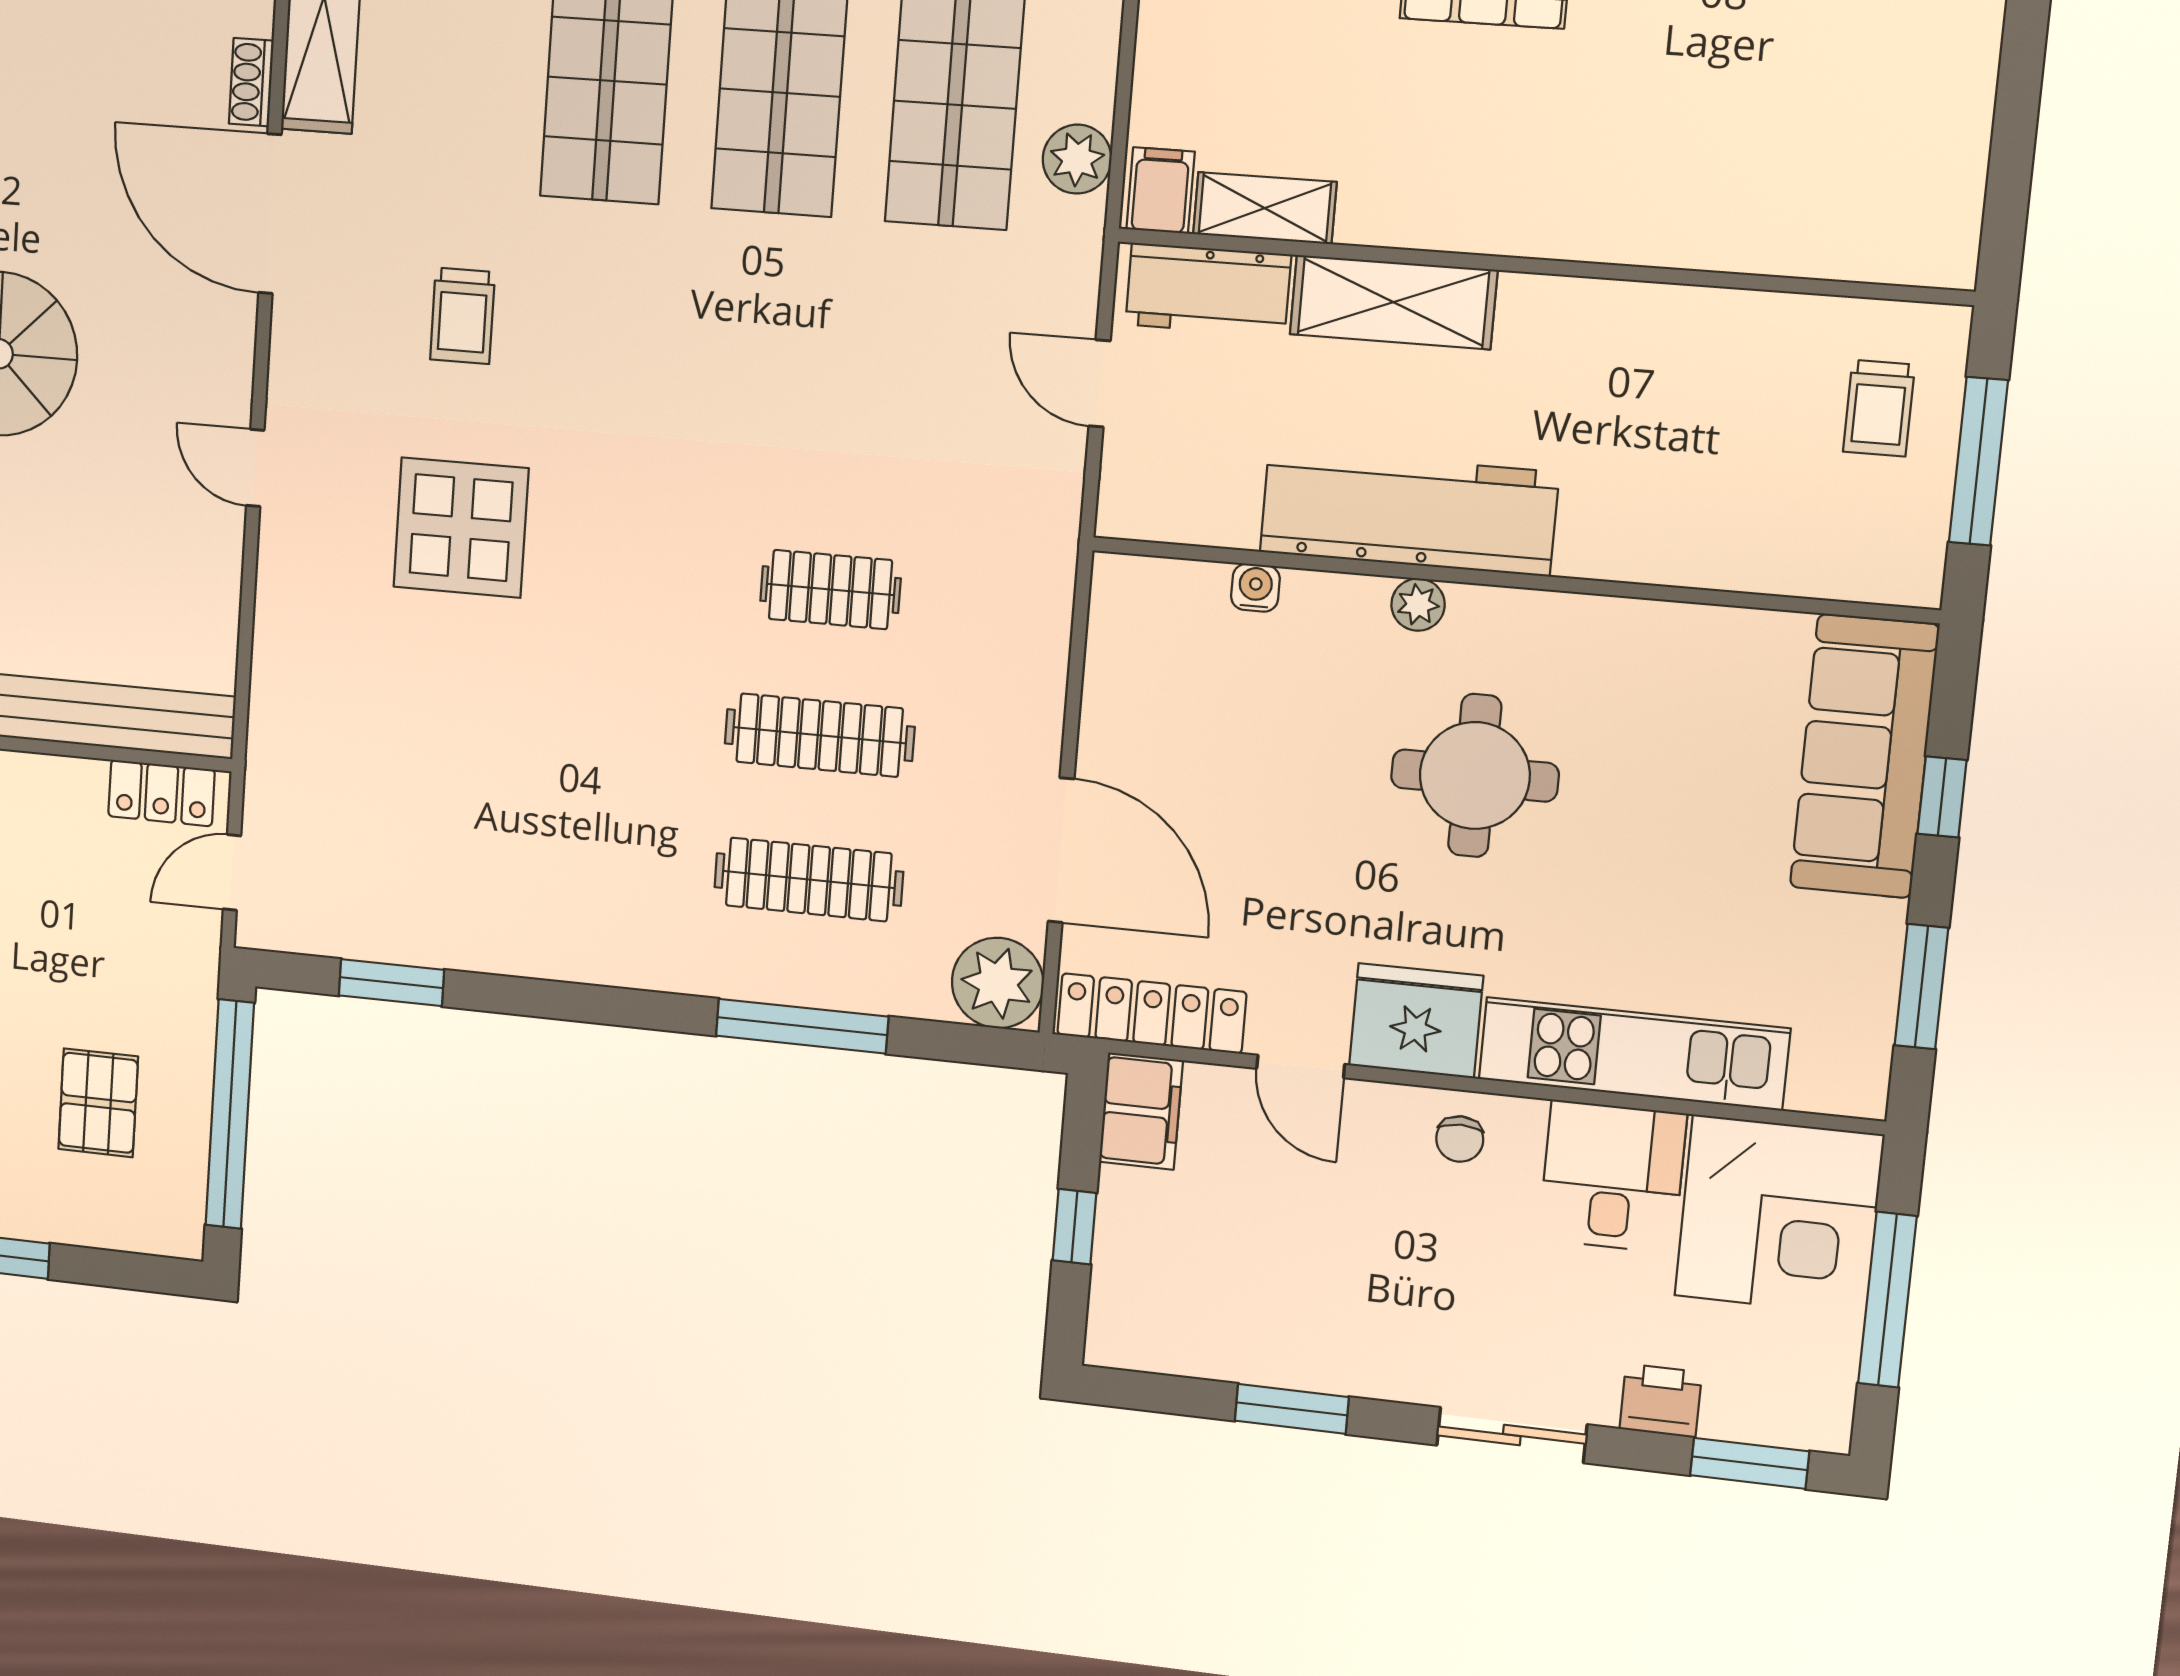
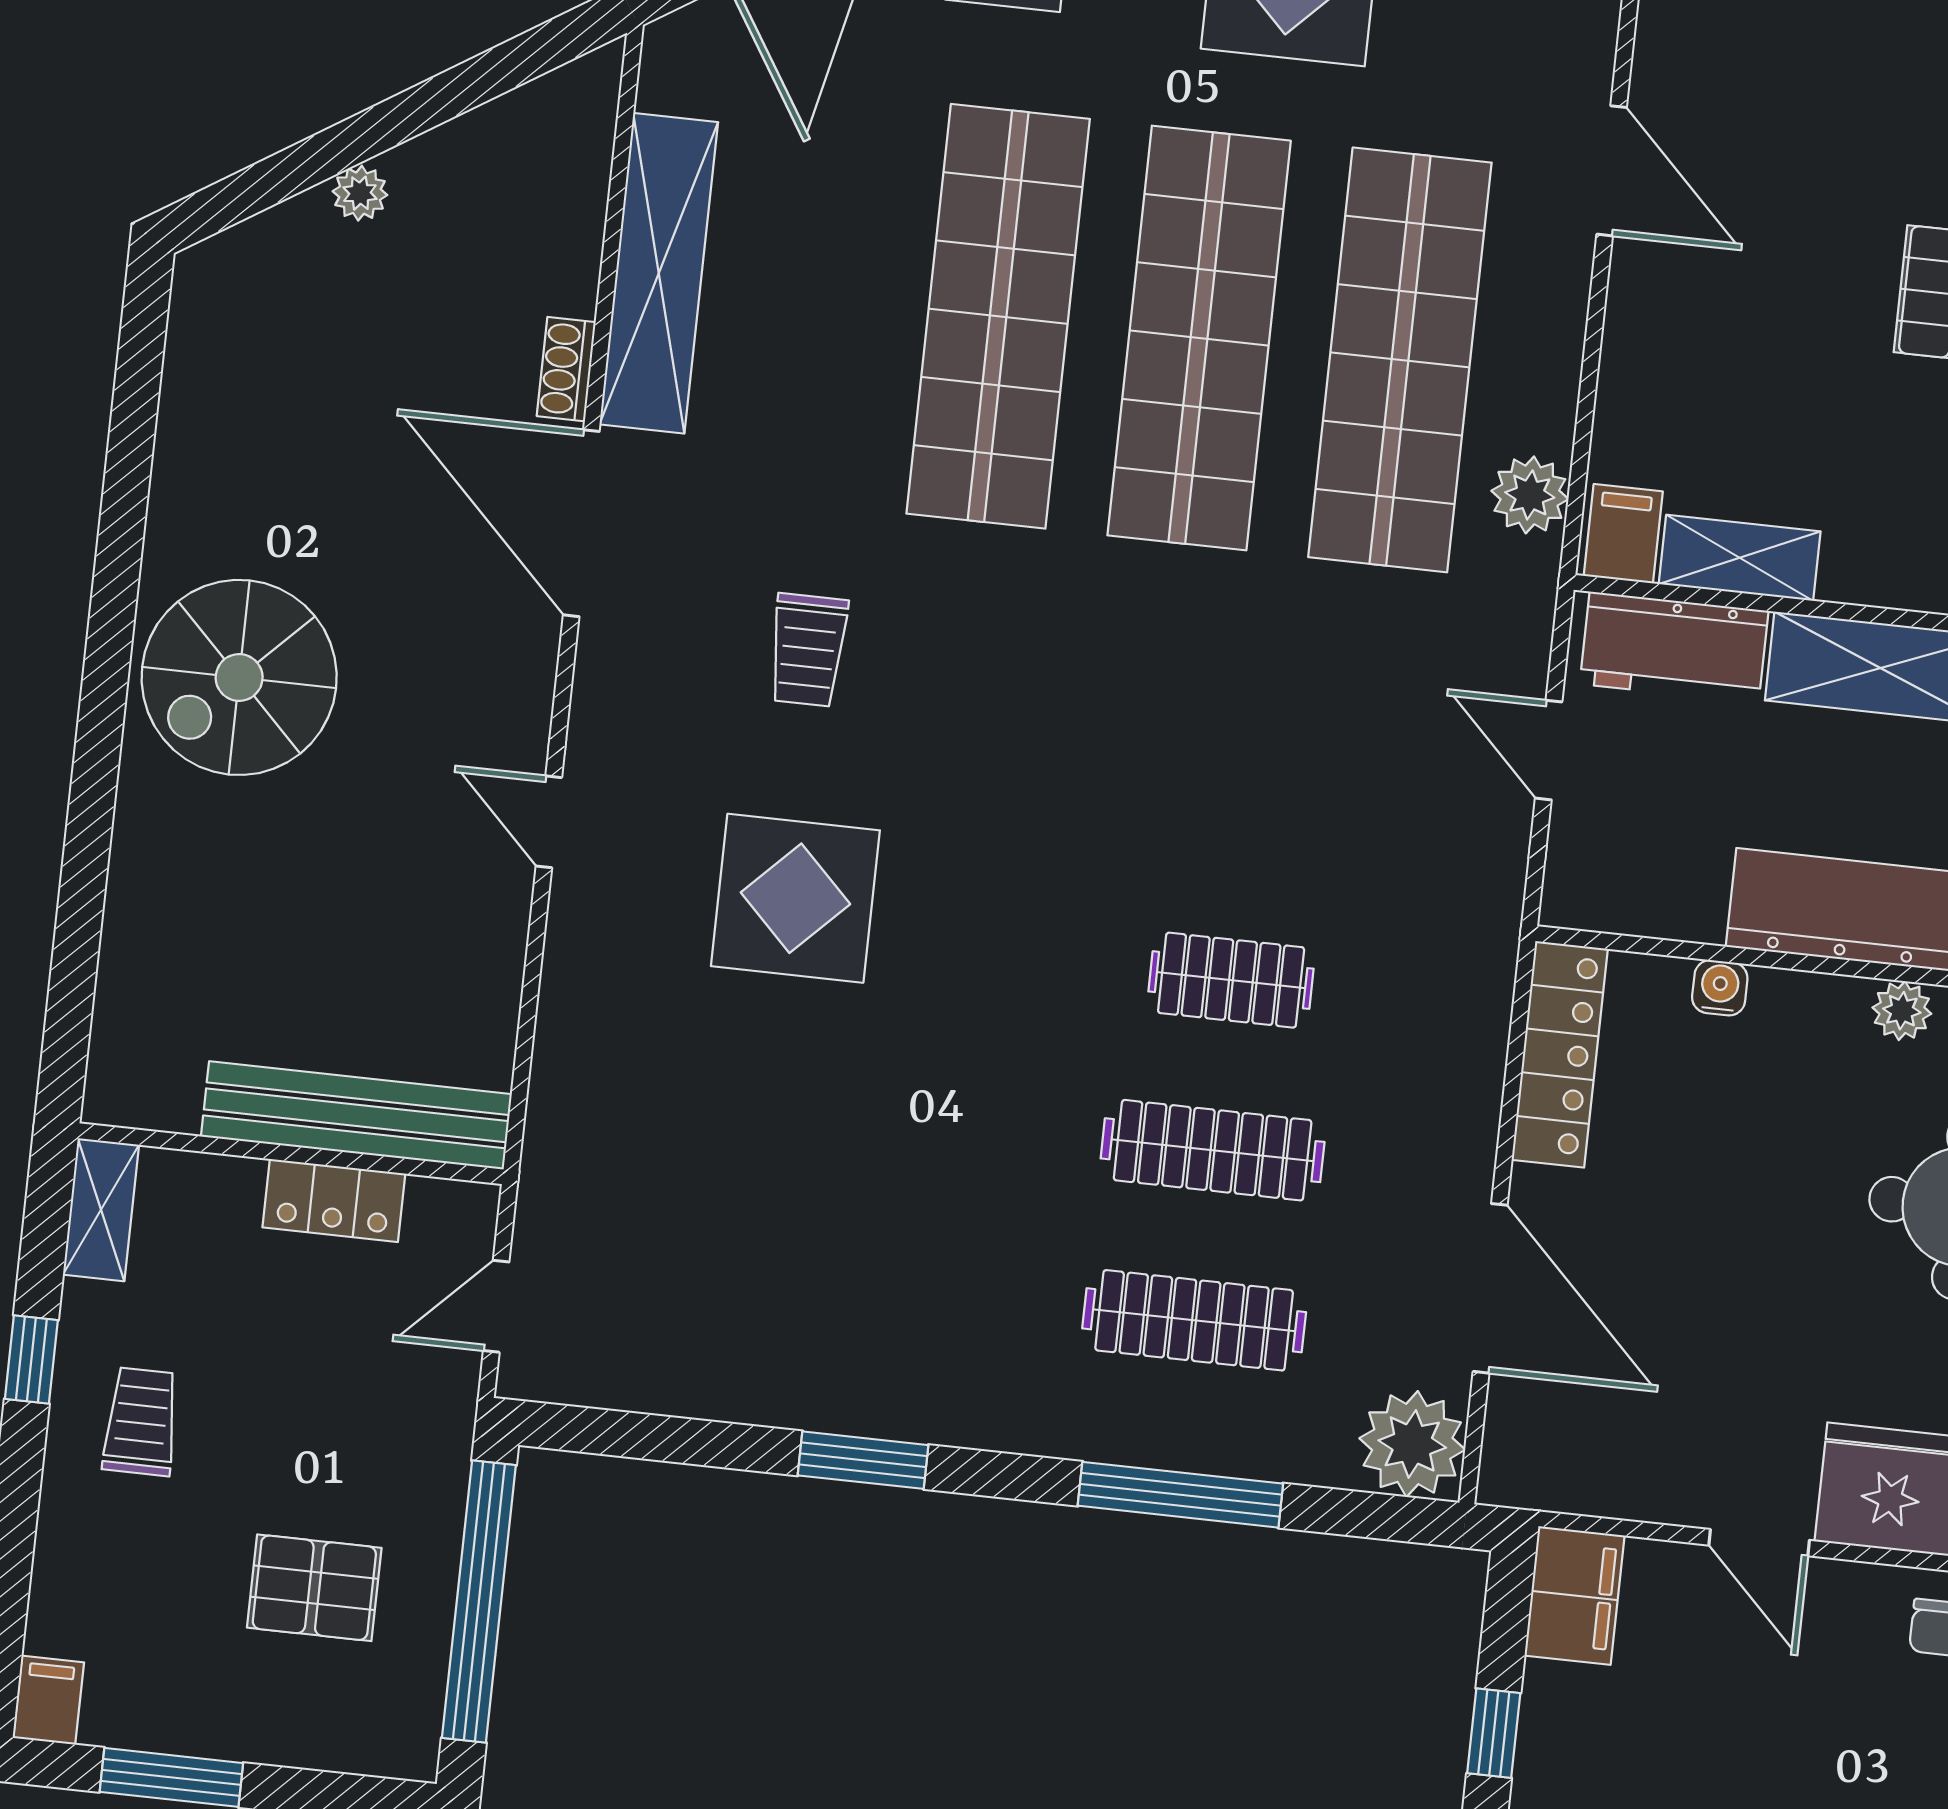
locker: (161, 793) -> (334, 1200), moved
window: (391, 983) -> (863, 1460), moved
locker: (1152, 1013) -> (1560, 1054), moved, turned 90
pallet: (98, 1103) -> (314, 1588), turned 90

